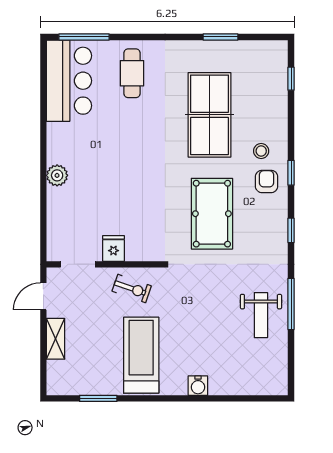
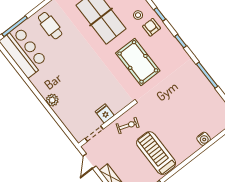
weight bench: (261, 315) -> (197, 91), removed
water cooler: (198, 386) -> (204, 139), moved

